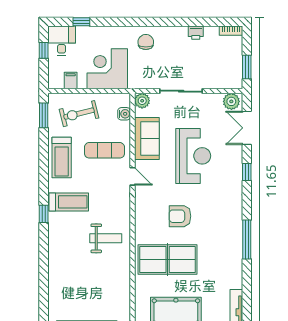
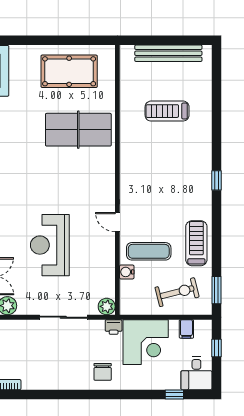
printer: (196, 33) -> (114, 327), moved, turned 180
window: (44, 50) -> (216, 348), moved
water cooler: (124, 114) -> (127, 272), moved
sofa: (147, 138) -> (101, 264), removed
treadmill: (69, 202) -> (167, 111), moved
armchair: (180, 216) -> (65, 178), removed
weight bench: (106, 238) -> (147, 153), removed

